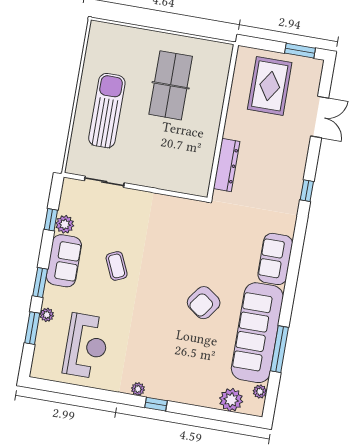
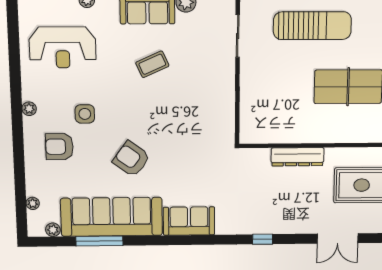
dresser: (226, 165) -> (298, 157), moved
side table: (152, 338) -> (85, 114), added
armchair: (179, 368) -> (59, 147), added
plant: (231, 400) -> (33, 203), width x0.53, depth x0.53
window: (156, 404) -> (18, 130), removed

